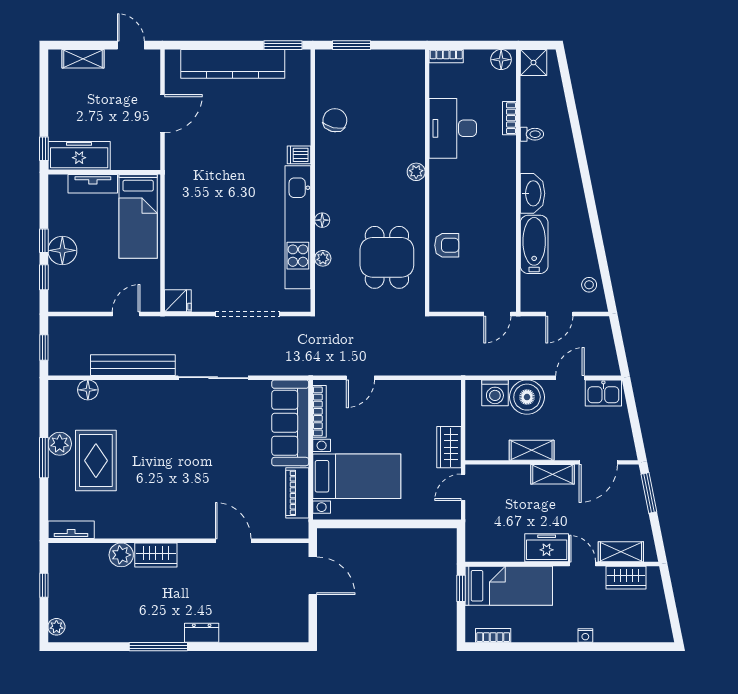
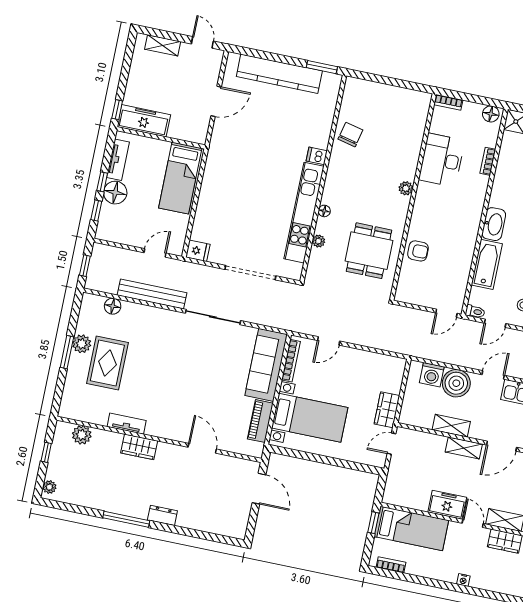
window: (352, 45) -> (376, 78), removed
toilet: (532, 134) -> (475, 312), moved
tv unit: (93, 184) -> (118, 160), moved, turned -90
tv unit: (71, 530) -> (127, 424), moved
plant: (121, 555) -> (82, 435), moved

